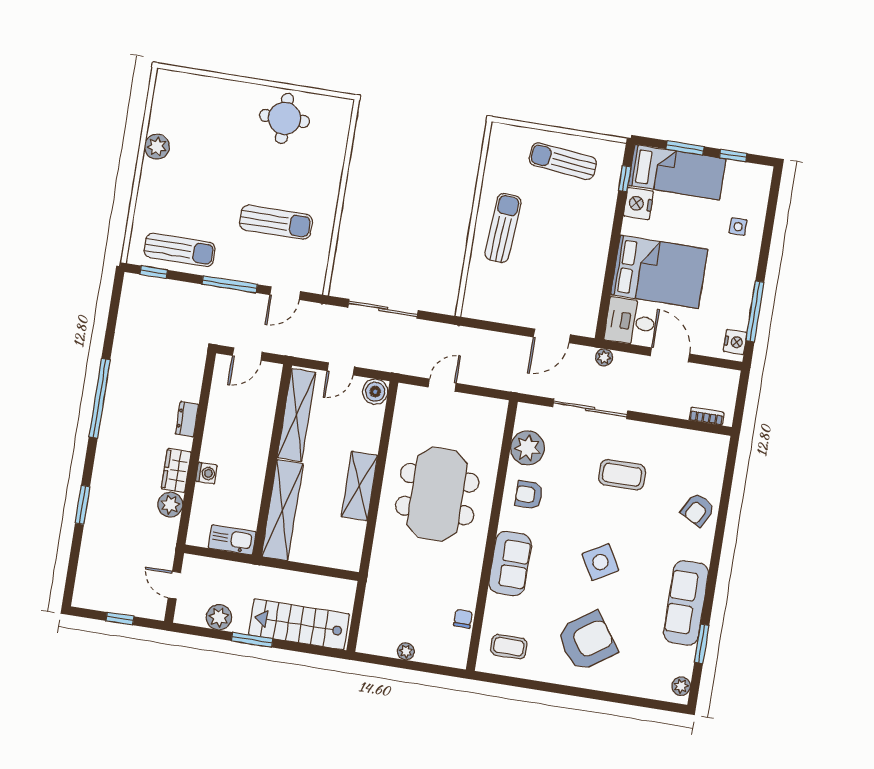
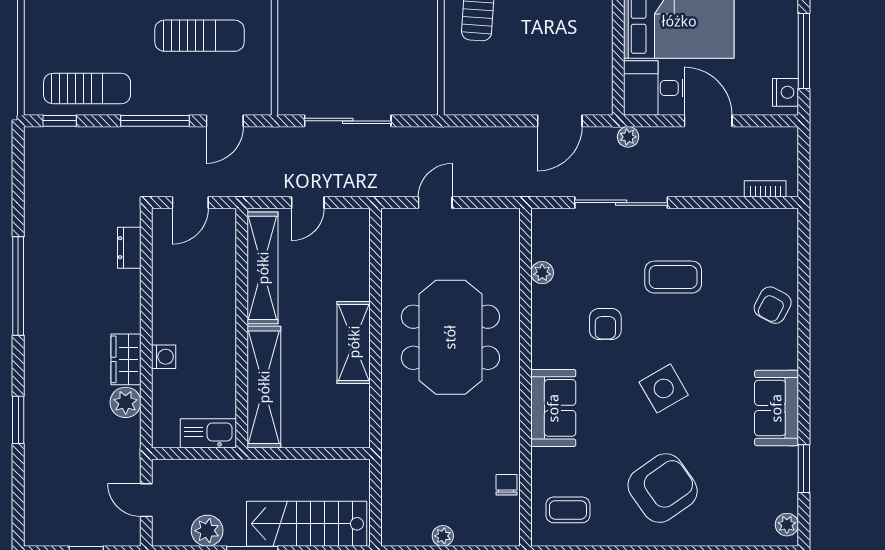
boiler: (375, 392) -> (354, 224), removed
dresser: (187, 419) -> (129, 248), moved
plant: (527, 448) -> (542, 273), width x0.53, depth x0.53
armchair: (529, 495) -> (605, 324), moved, turned -90
sofa: (686, 603) -> (776, 408), width x0.73

